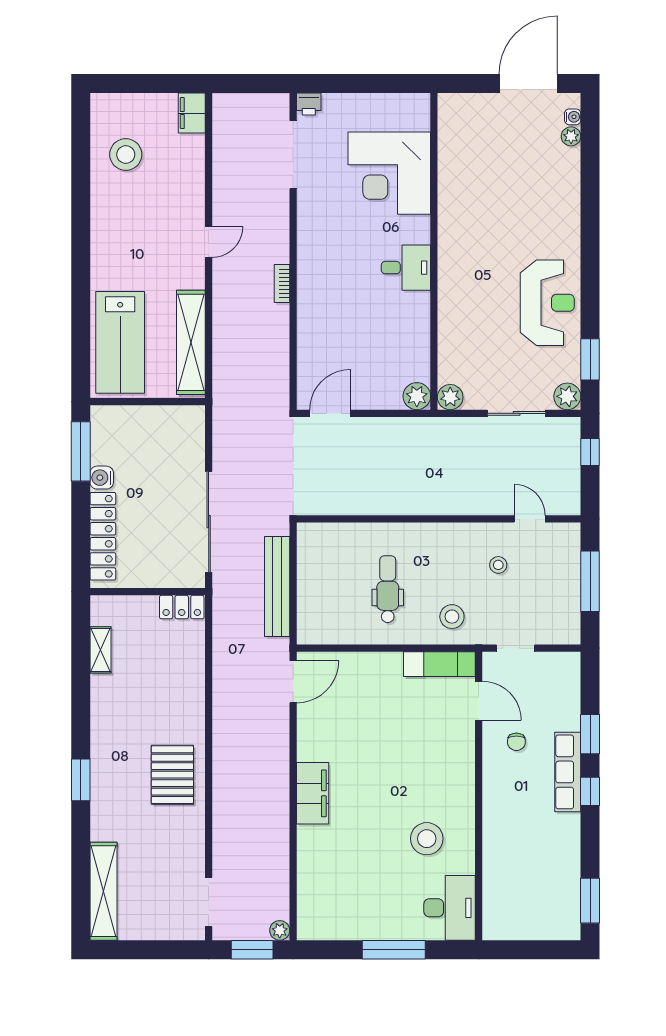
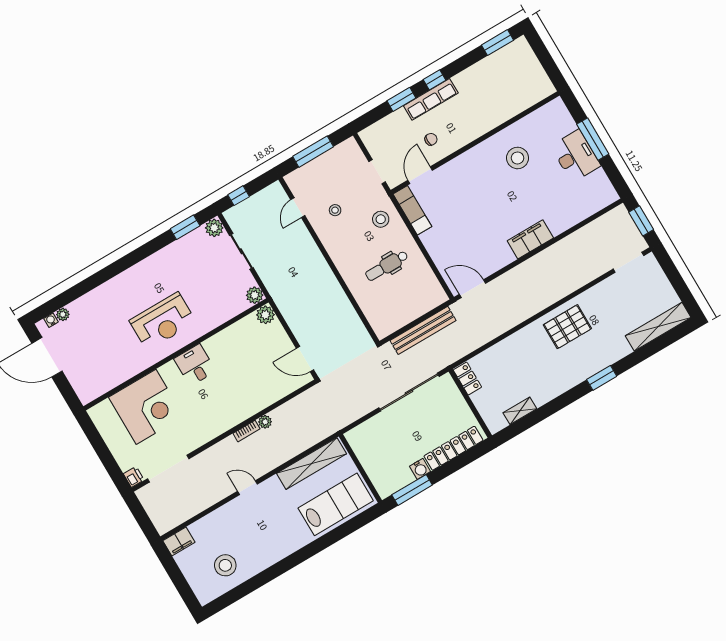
reception desk: (547, 303) -> (163, 321), moved, turned 180
desk: (450, 908) -> (576, 156), moved, turned 90
plant: (280, 930) -> (265, 422), moved

